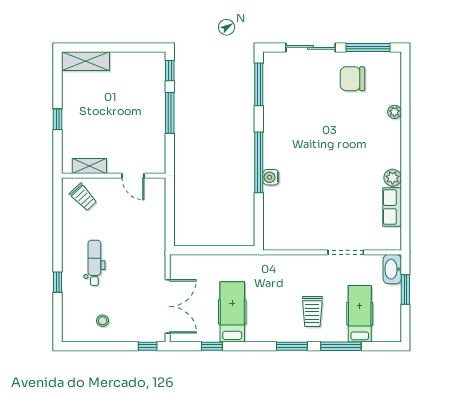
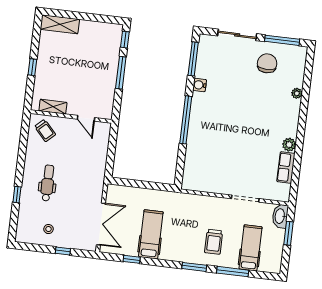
chair: (353, 79) -> (267, 63), turned 90
water cooler: (271, 177) -> (200, 85), moved
window: (148, 346) -> (63, 251), moved

